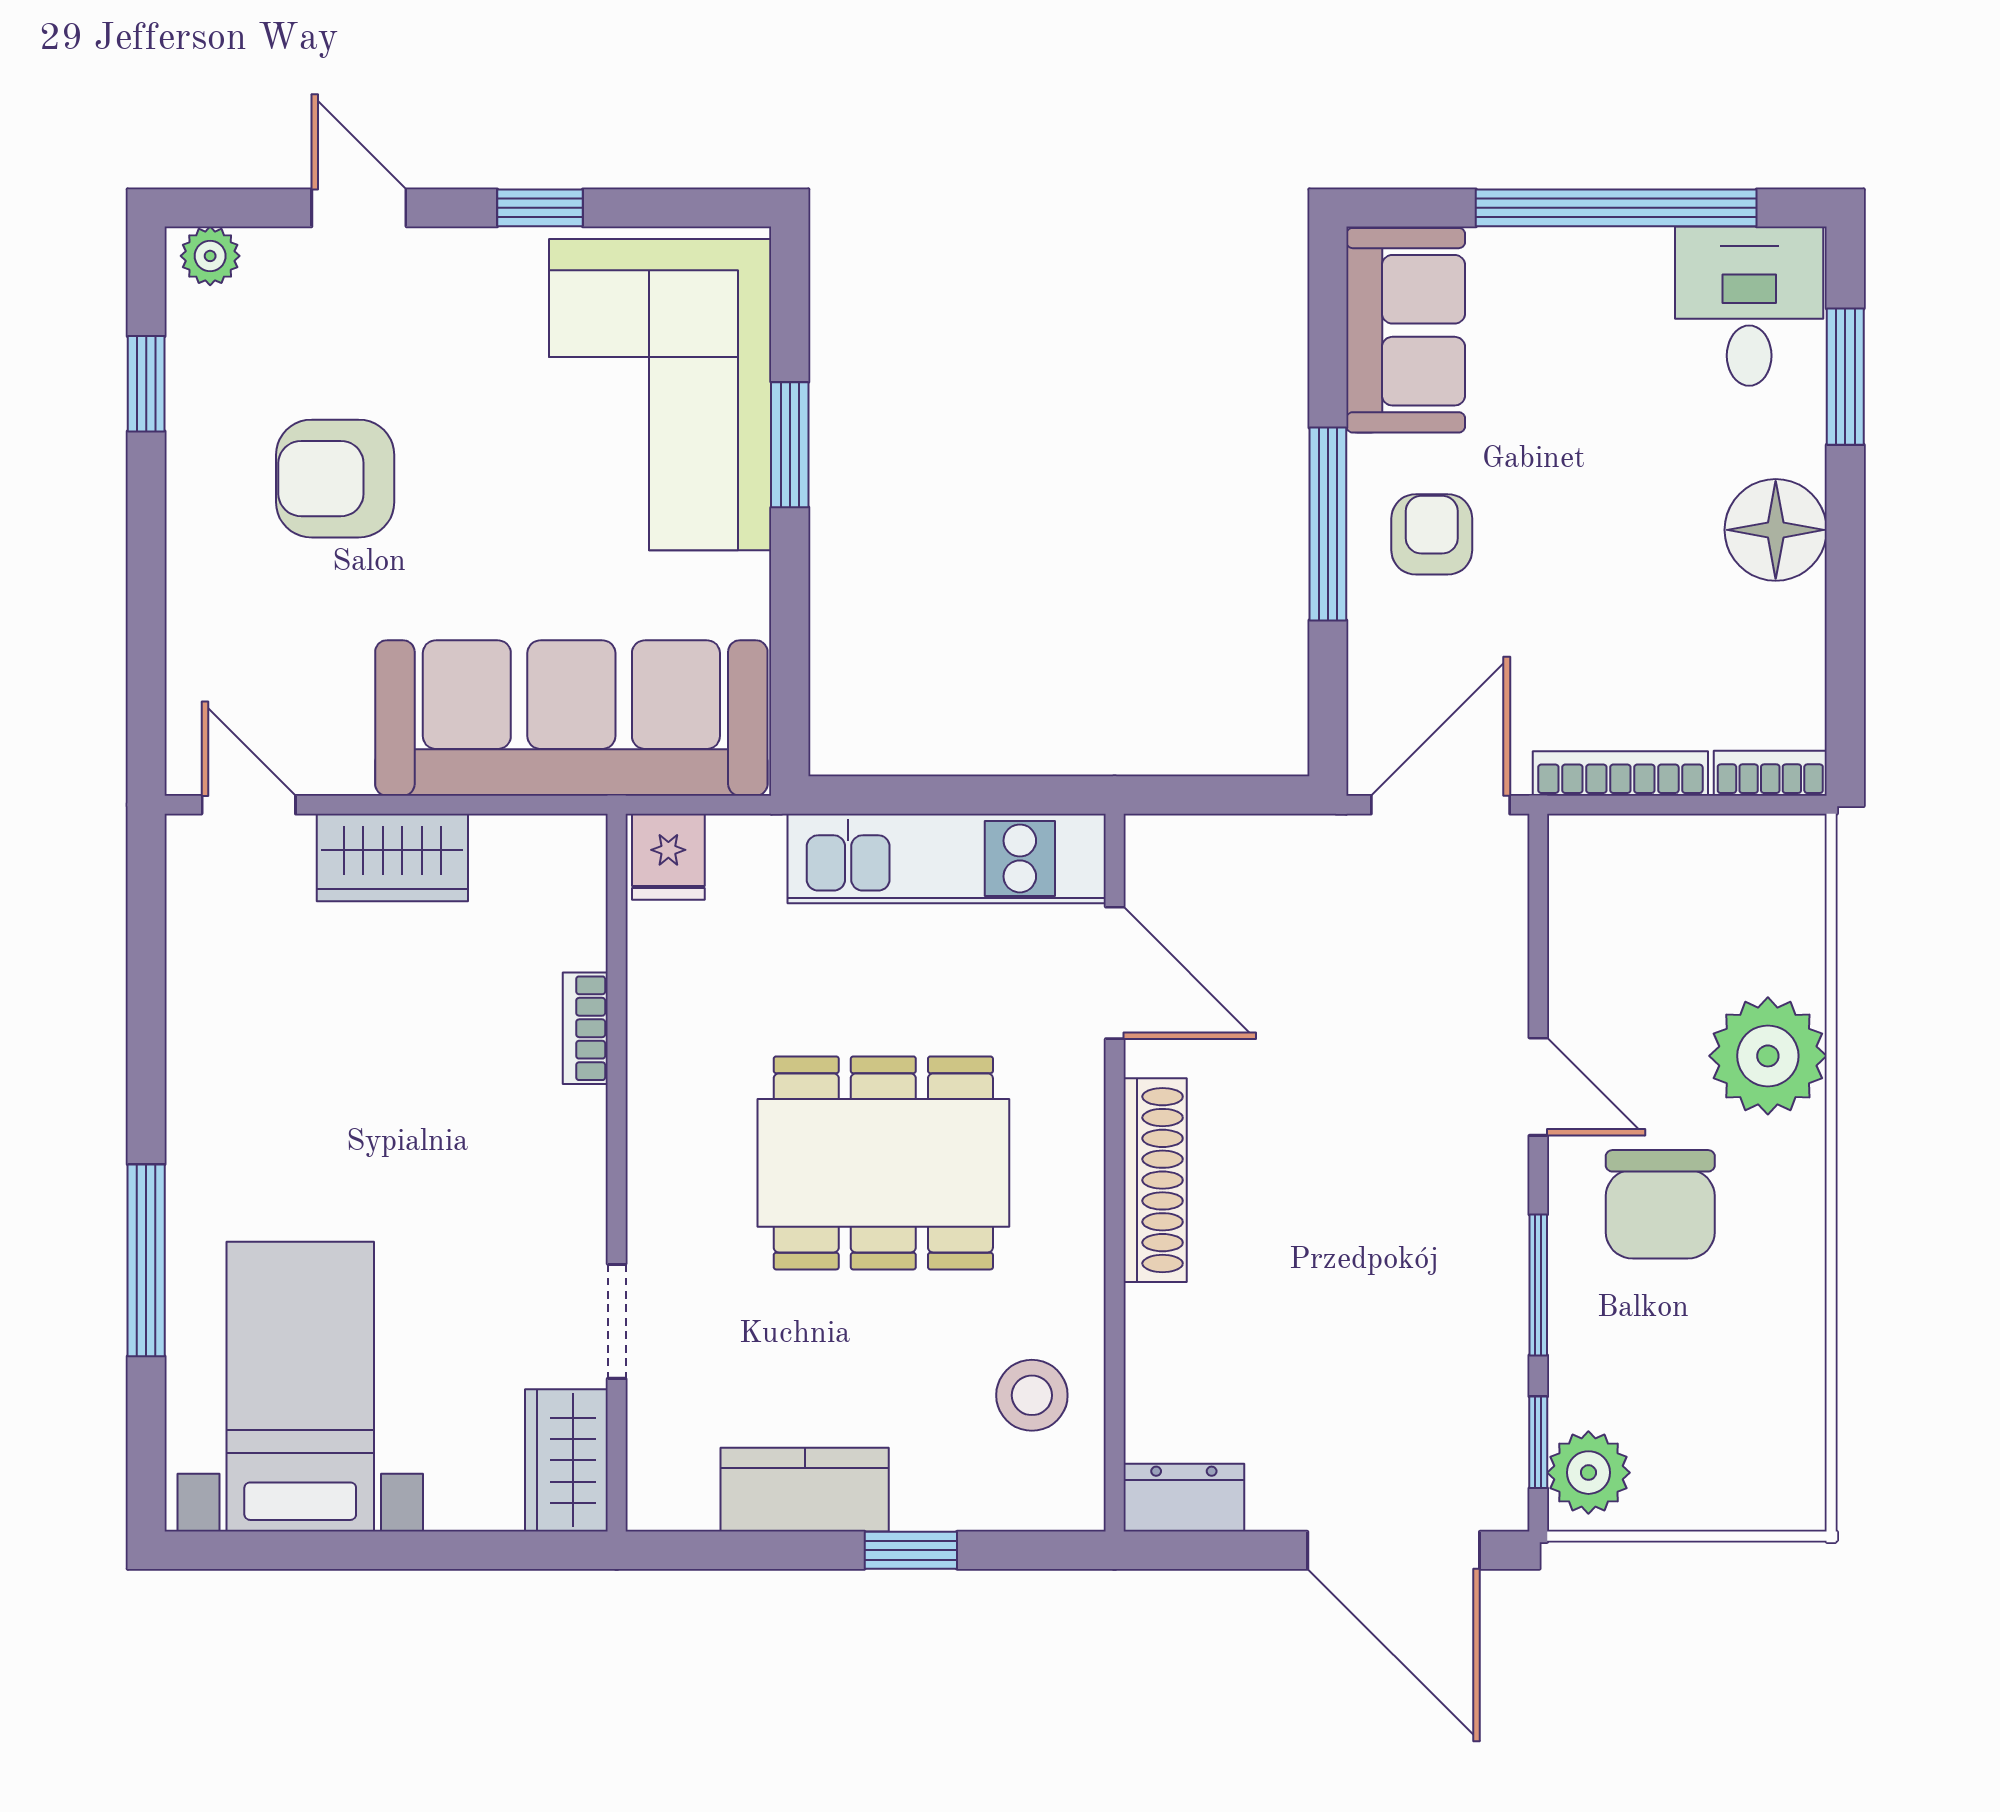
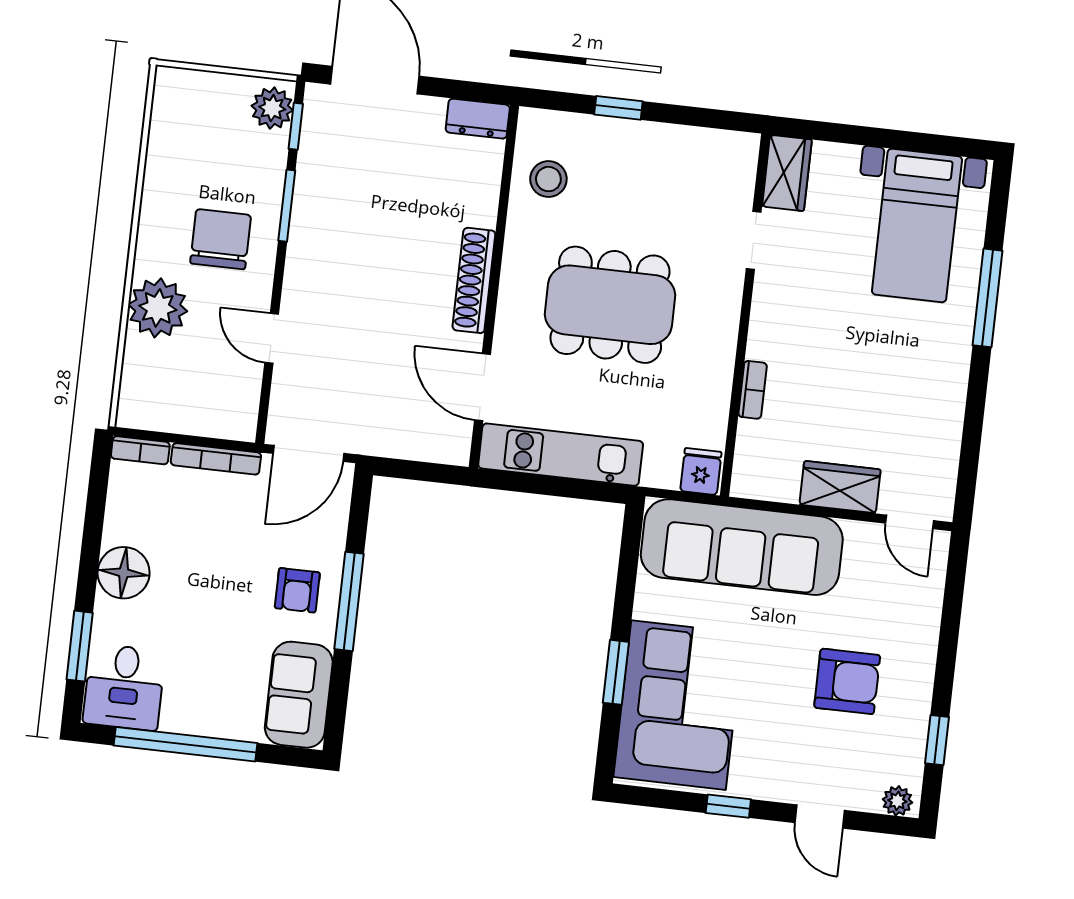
door: (1538, 1087) -> (272, 338), moved
kitchen counter: (805, 1490) -> (668, 144), removed

